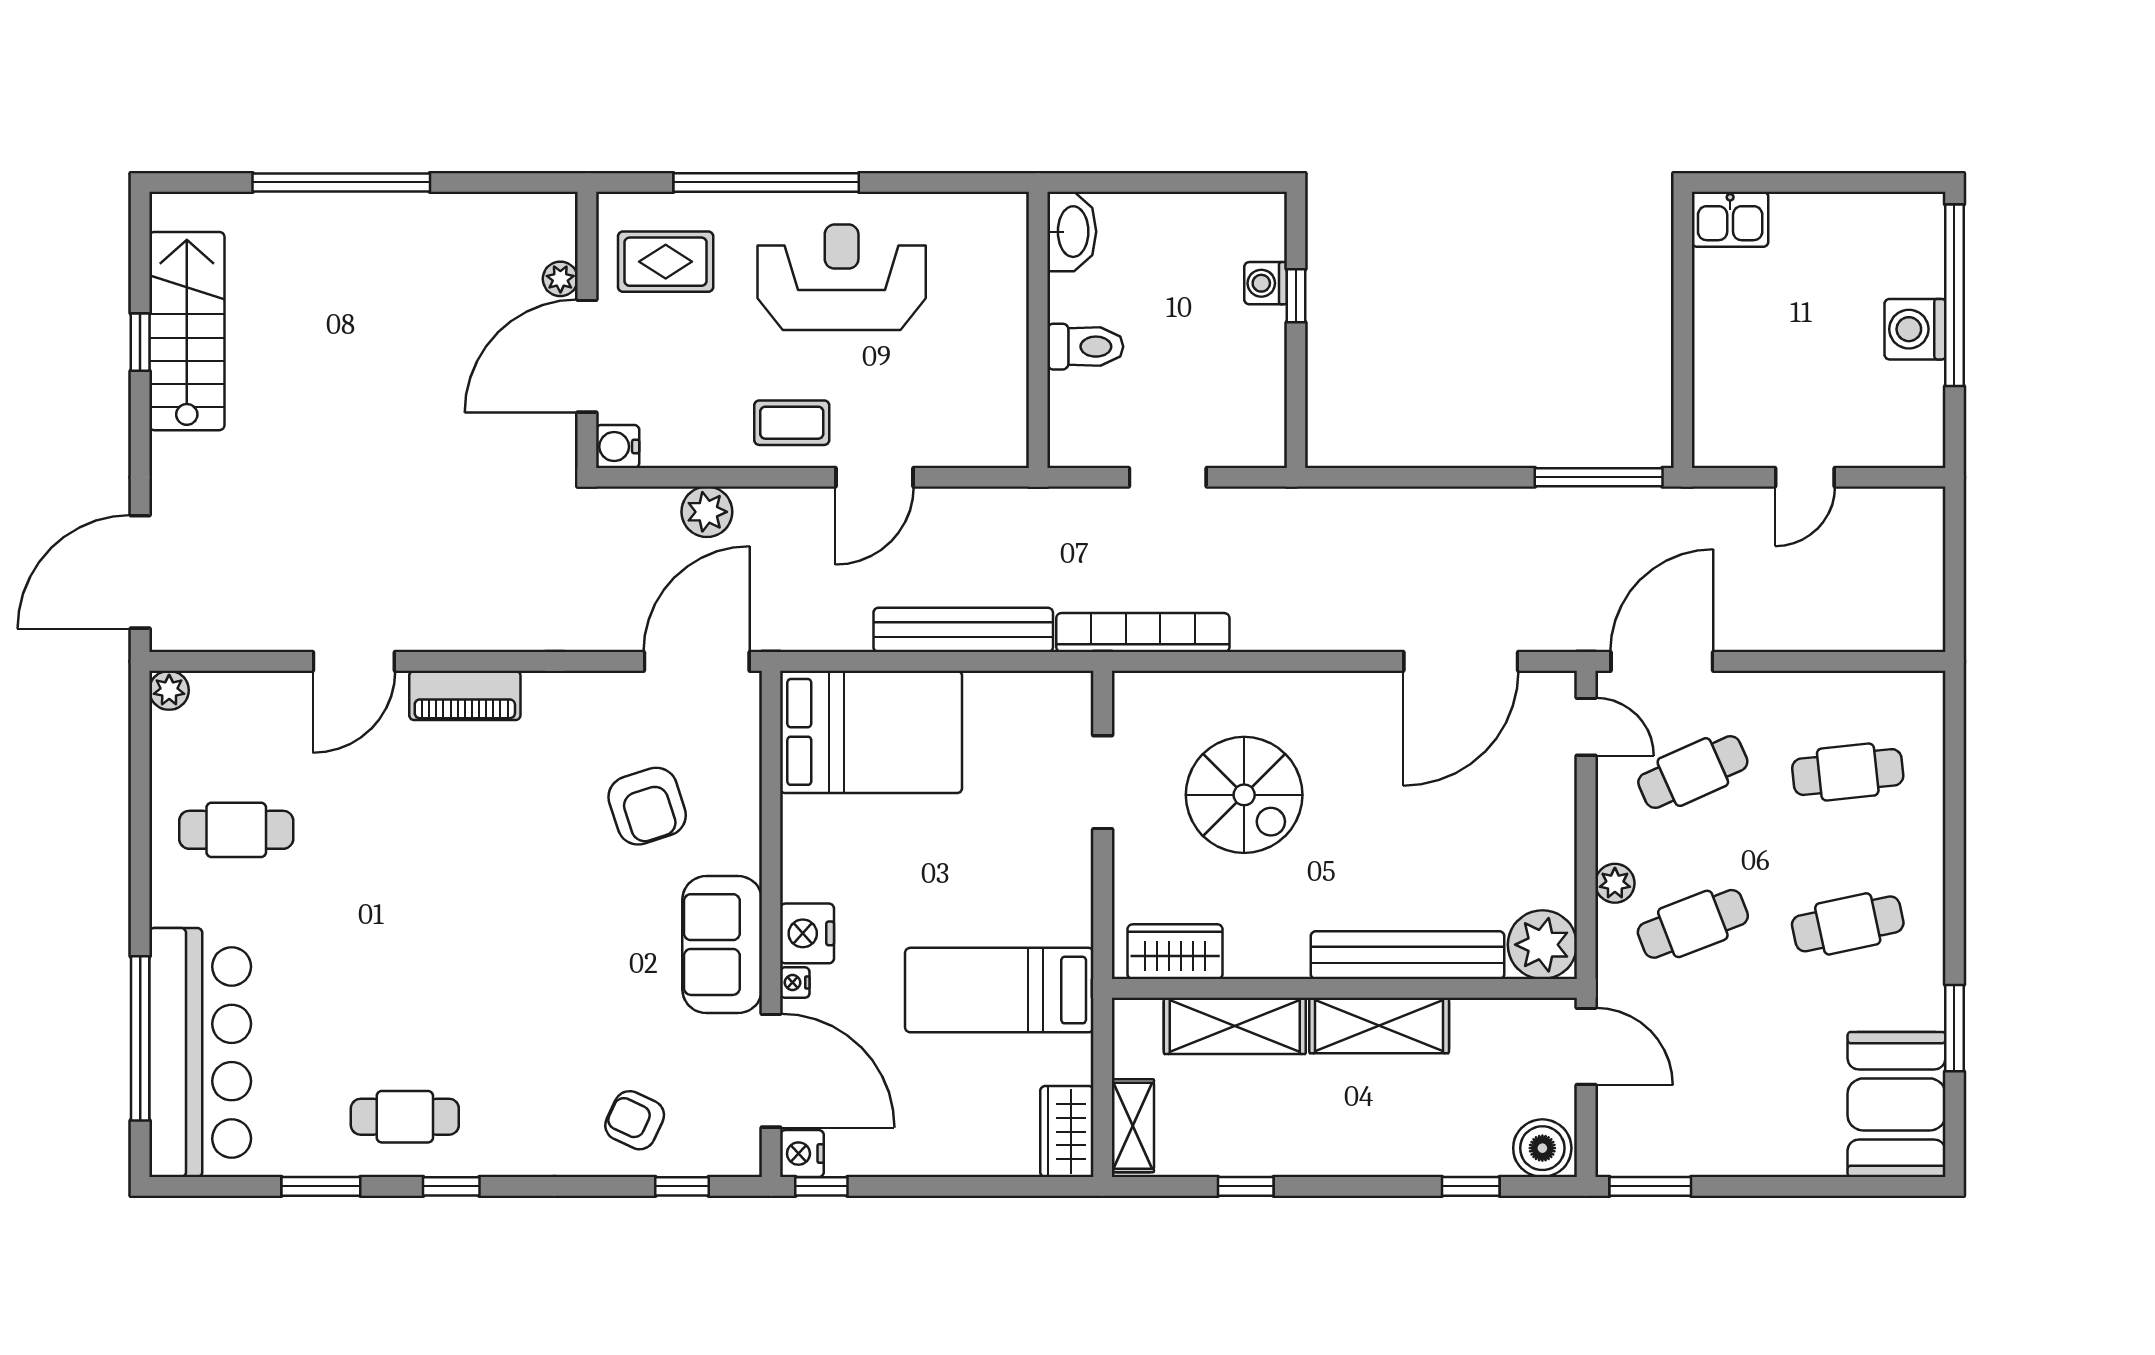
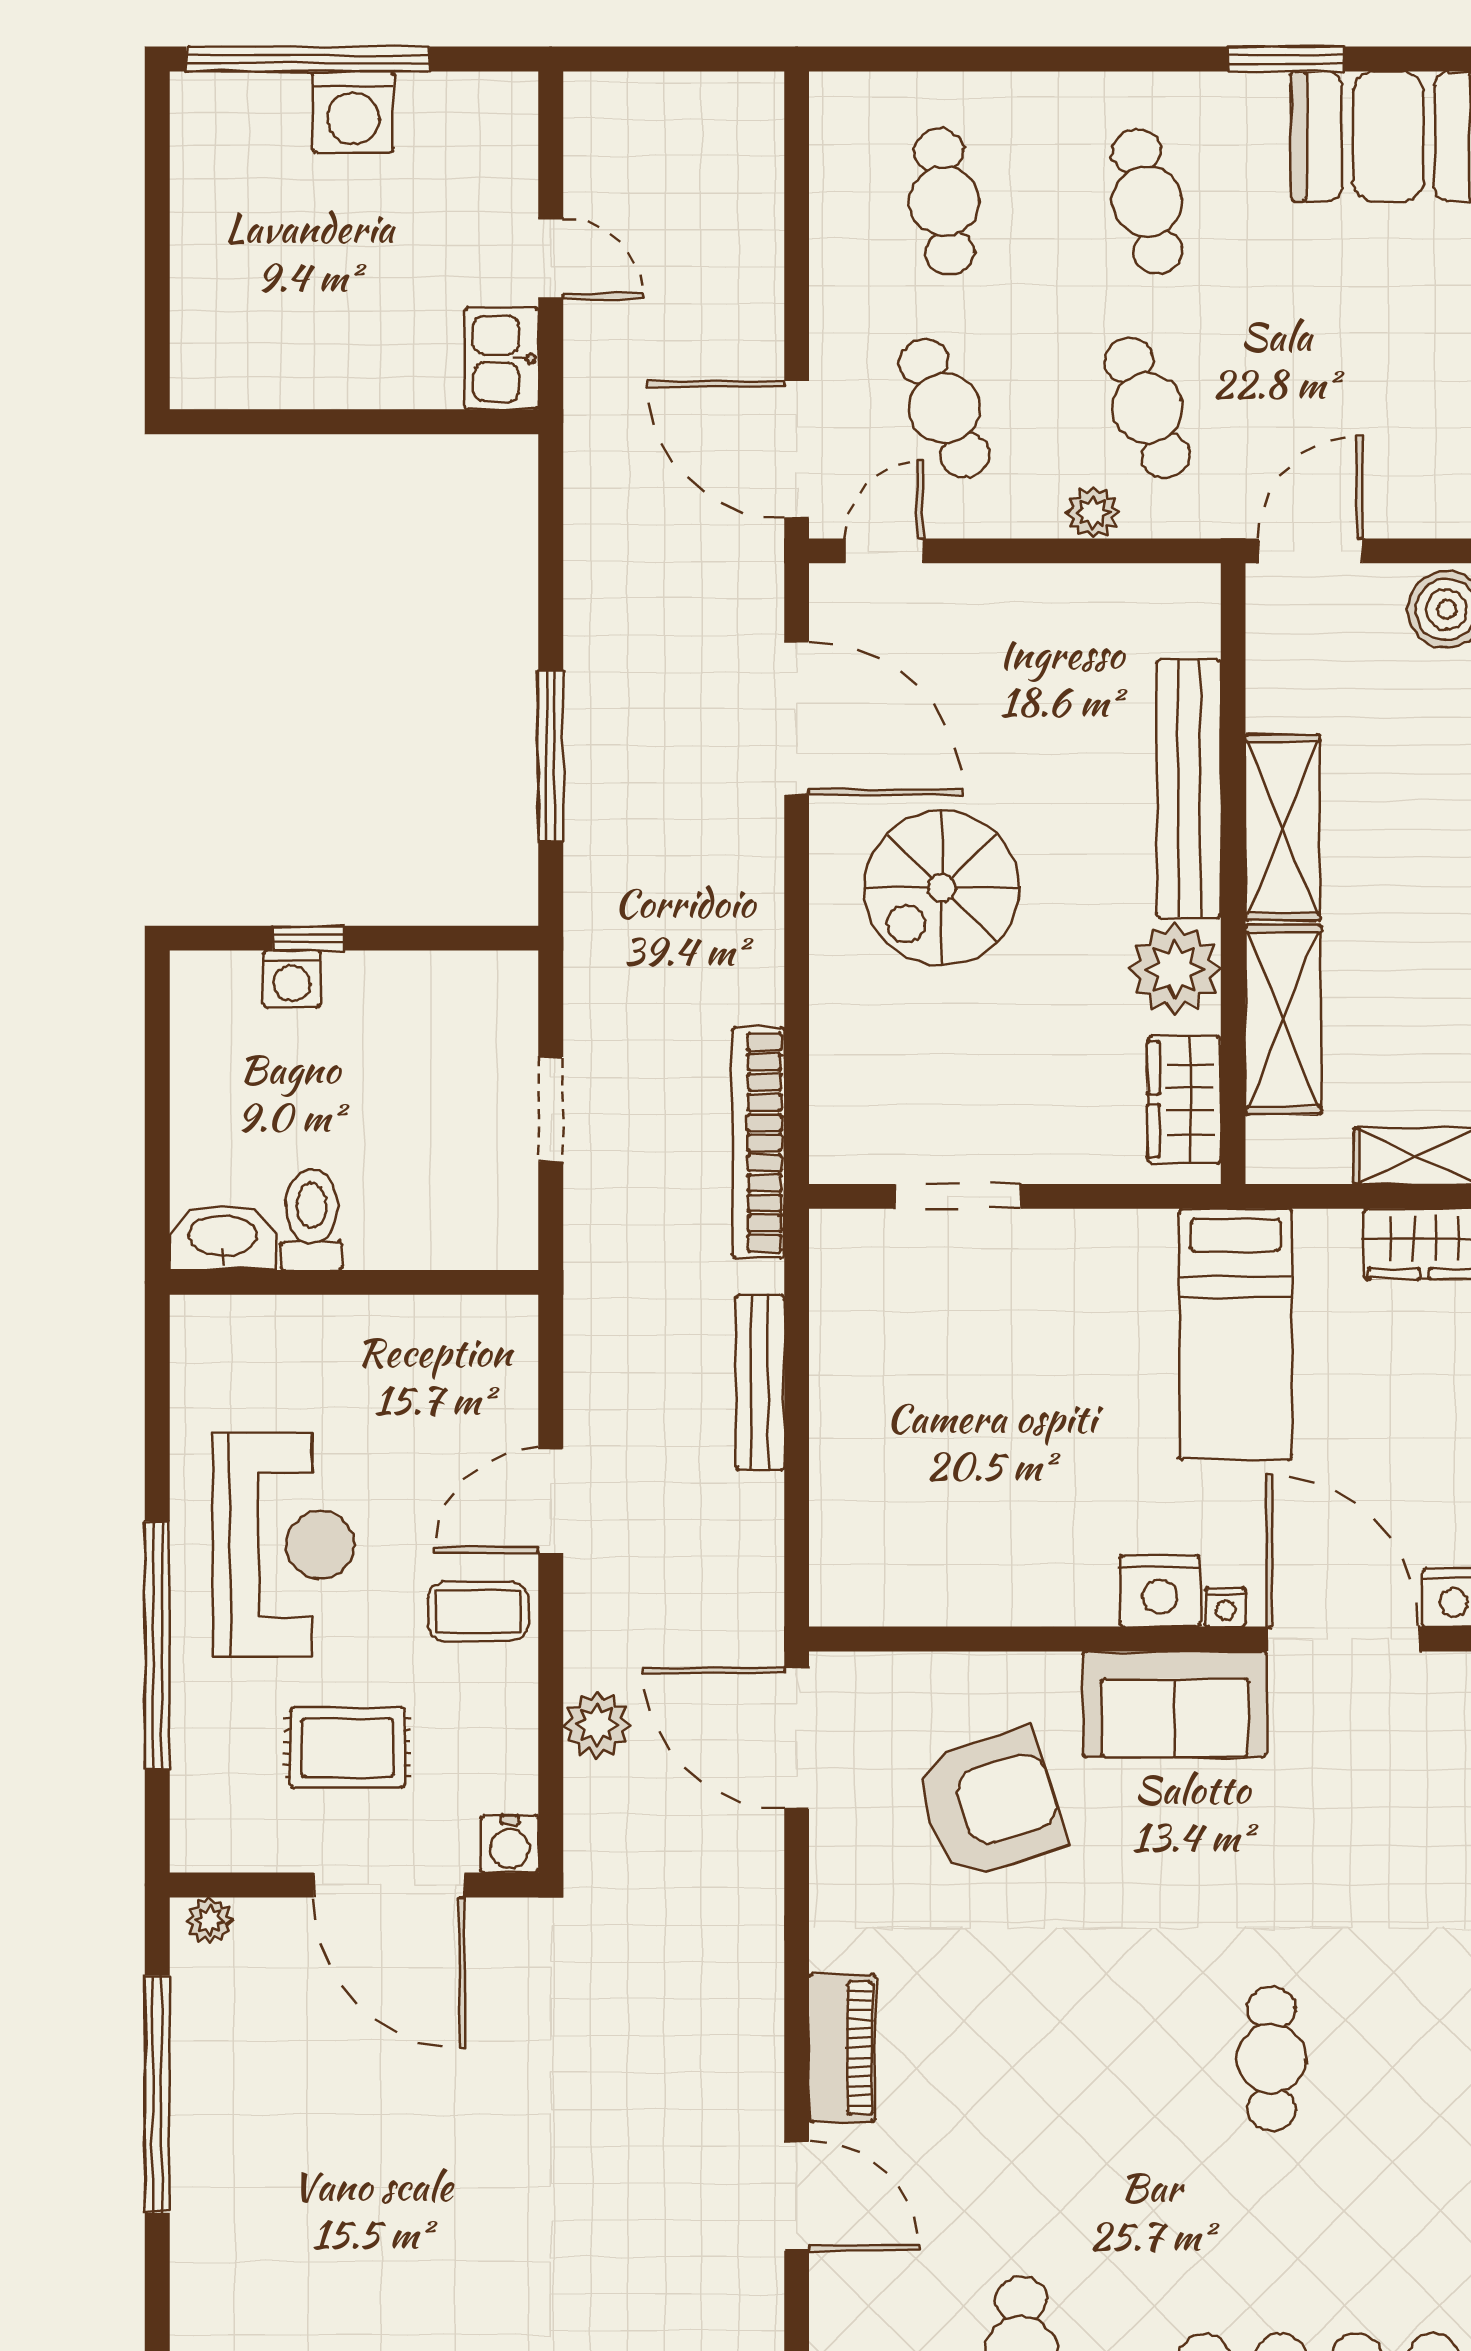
window: (341, 182) -> (157, 2094), moved
kitchen sink: (1730, 219) -> (502, 359), moved, turned 180
rug: (666, 262) -> (347, 1748), moved, turned 90
reception desk: (842, 277) -> (284, 1545), turned 180
plant: (560, 279) -> (210, 1920), moved
toilet: (1085, 347) -> (312, 1220), moved
coffee table: (792, 423) -> (478, 1611), turned 90
door: (874, 477) -> (551, 1501), swing flipped
window: (1599, 477) -> (551, 756), moved
bench: (963, 630) -> (760, 1382), width x0.73, depth x0.82
bed: (871, 732) -> (891, 1505), removed
spiral stairs: (1244, 795) -> (942, 888), moved, turned 180
armchair: (647, 806) -> (990, 1804), width x1.36, depth x1.36
plant: (1542, 945) -> (1175, 969), moved
door: (771, 1071) -> (1343, 1639), hinge flipped
cafe table: (405, 1117) -> (1271, 2059), moved
armchair: (635, 1120) -> (1409, 1821), removed

